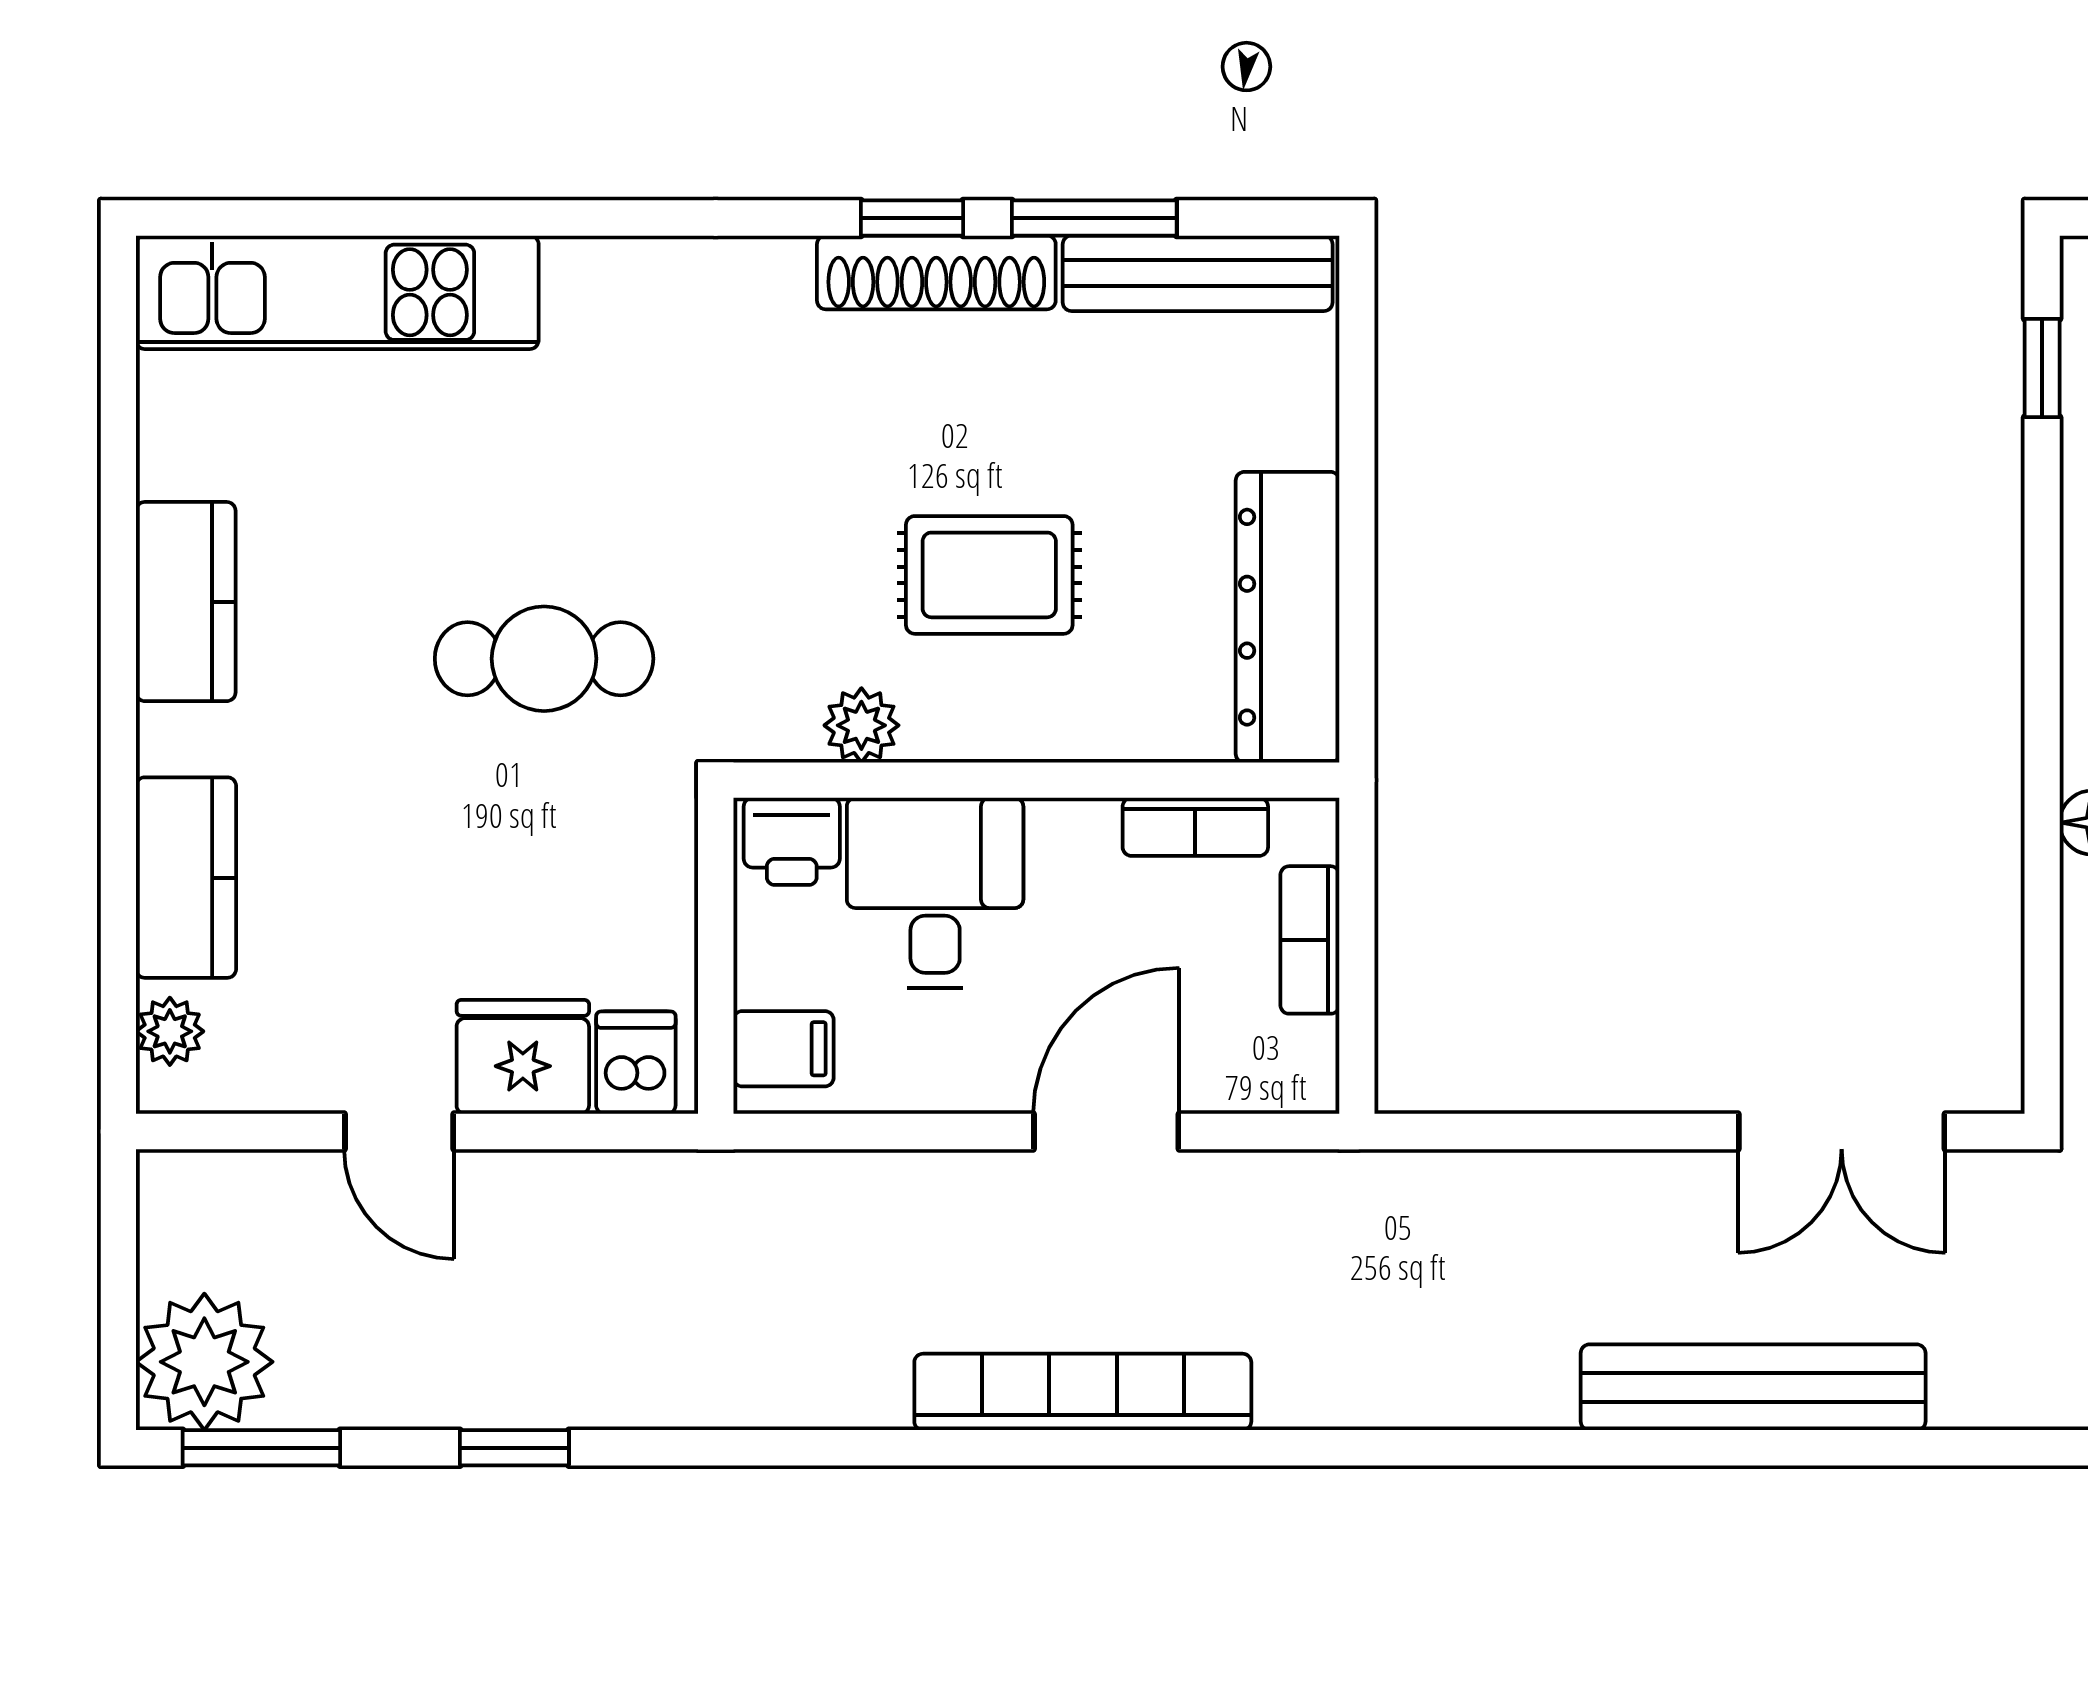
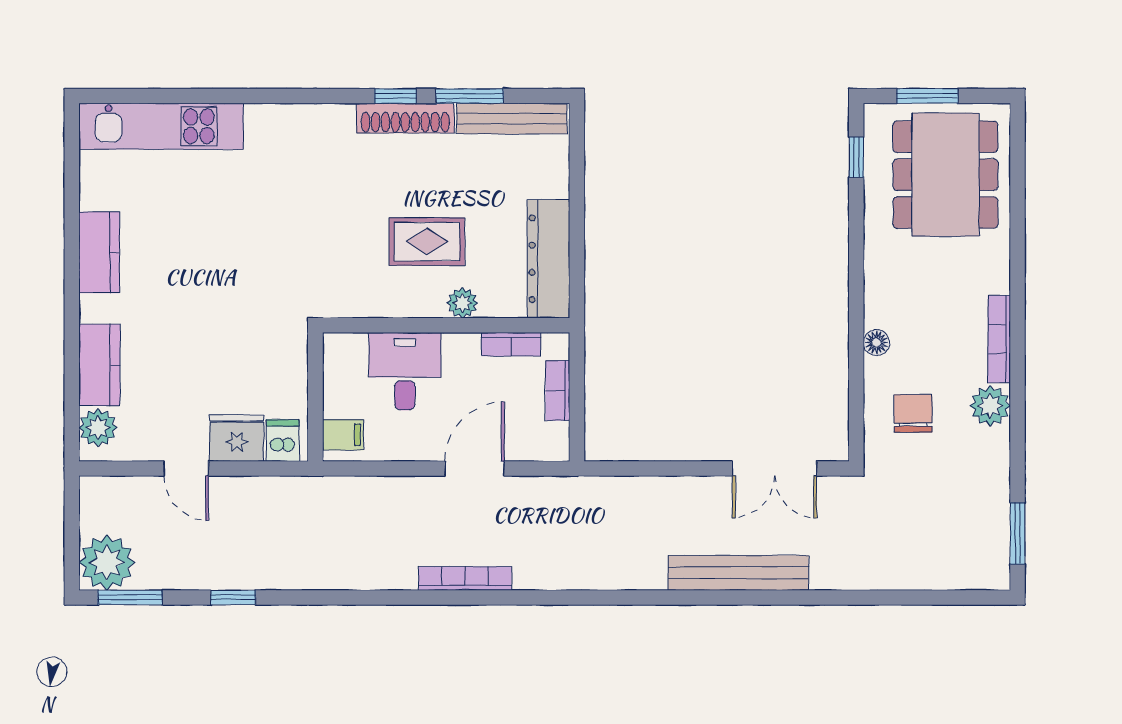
cafe table: (544, 659) -> (245, 276), removed
plant: (861, 725) -> (462, 303), moved
printer: (792, 841) -> (346, 350), removed
plant: (170, 1031) -> (98, 428), width x1.38, depth x1.38
bookcase: (1083, 1392) -> (465, 578), width x0.68, depth x0.76

